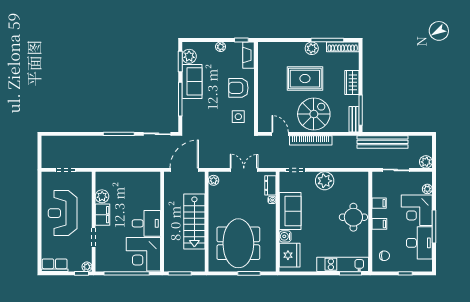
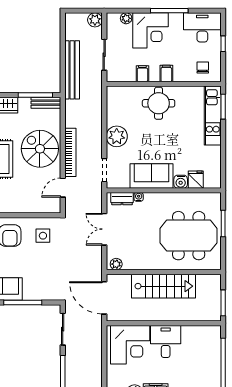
desk: (419, 243) -> (202, 27), moved
corner desk: (143, 254) -> (130, 345), moved
fridge: (290, 255) -> (196, 180), width x0.53, depth x0.75

